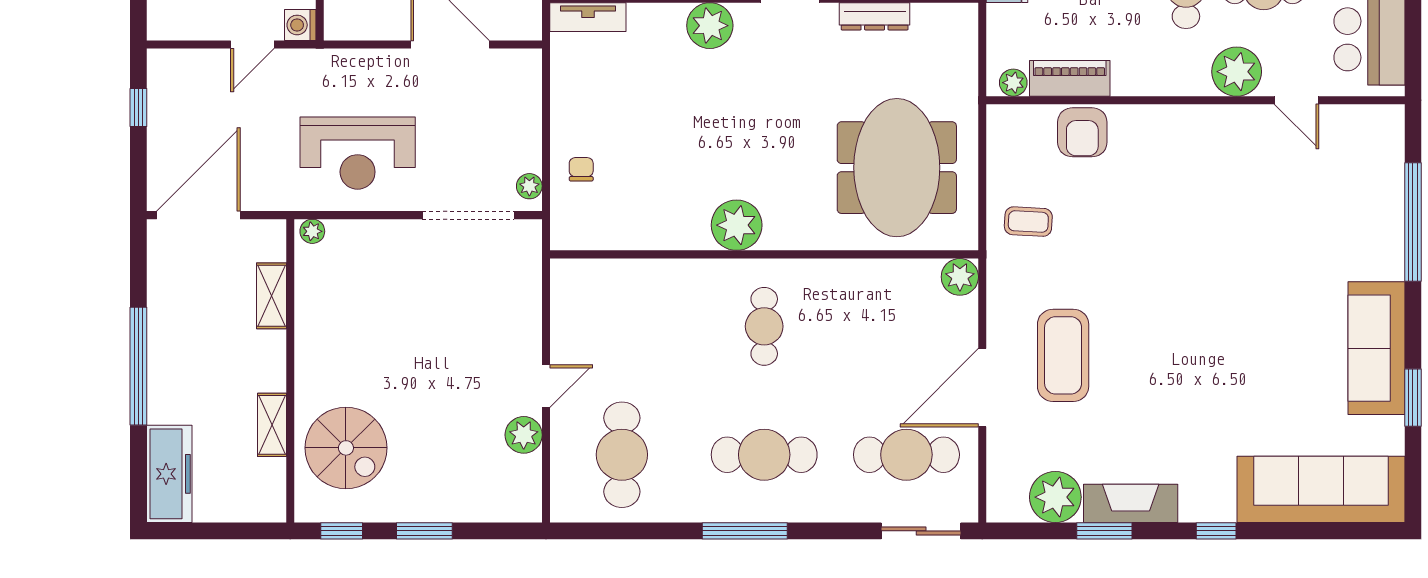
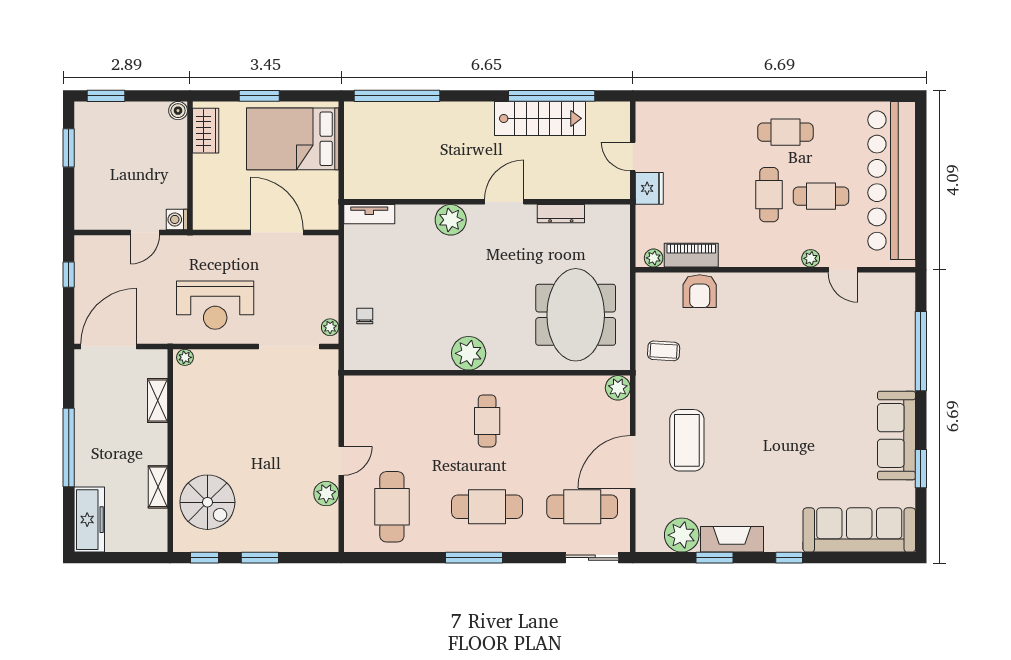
plant: (1237, 72) -> (811, 258), width x0.53, depth x0.53

